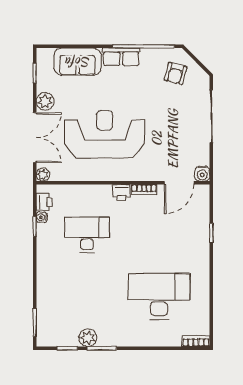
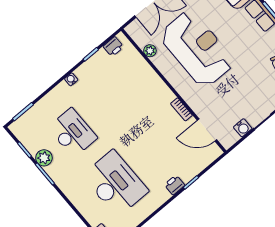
plant: (43, 174) -> (150, 51), moved
water cooler: (202, 174) -> (243, 128), moved, turned -90
printer: (121, 192) -> (175, 185), moved, turned 90
water cooler: (42, 217) -> (71, 79), moved
desk: (87, 235) -> (73, 133), moved

